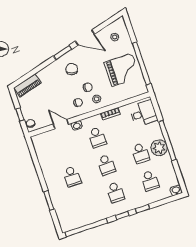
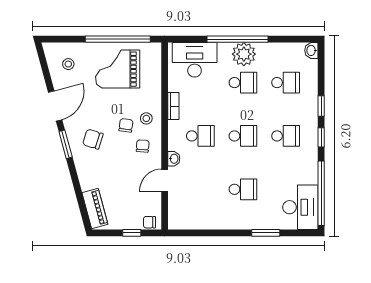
grand piano: (122, 70) -> (118, 69), turned -90
desk: (143, 113) -> (195, 60), width x1.37
desk: (73, 217) -> (300, 207), added

